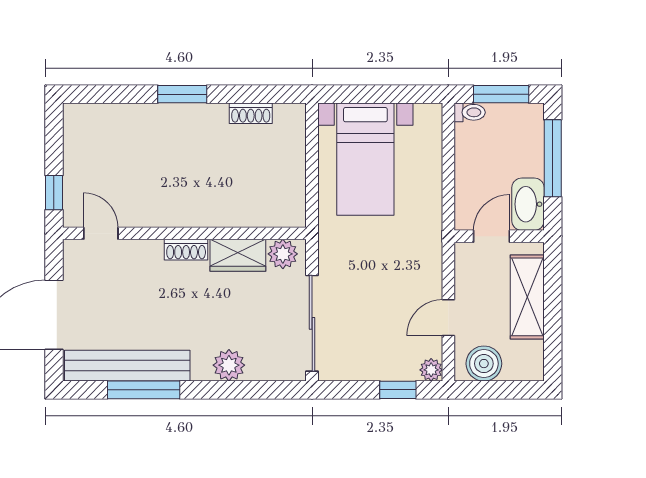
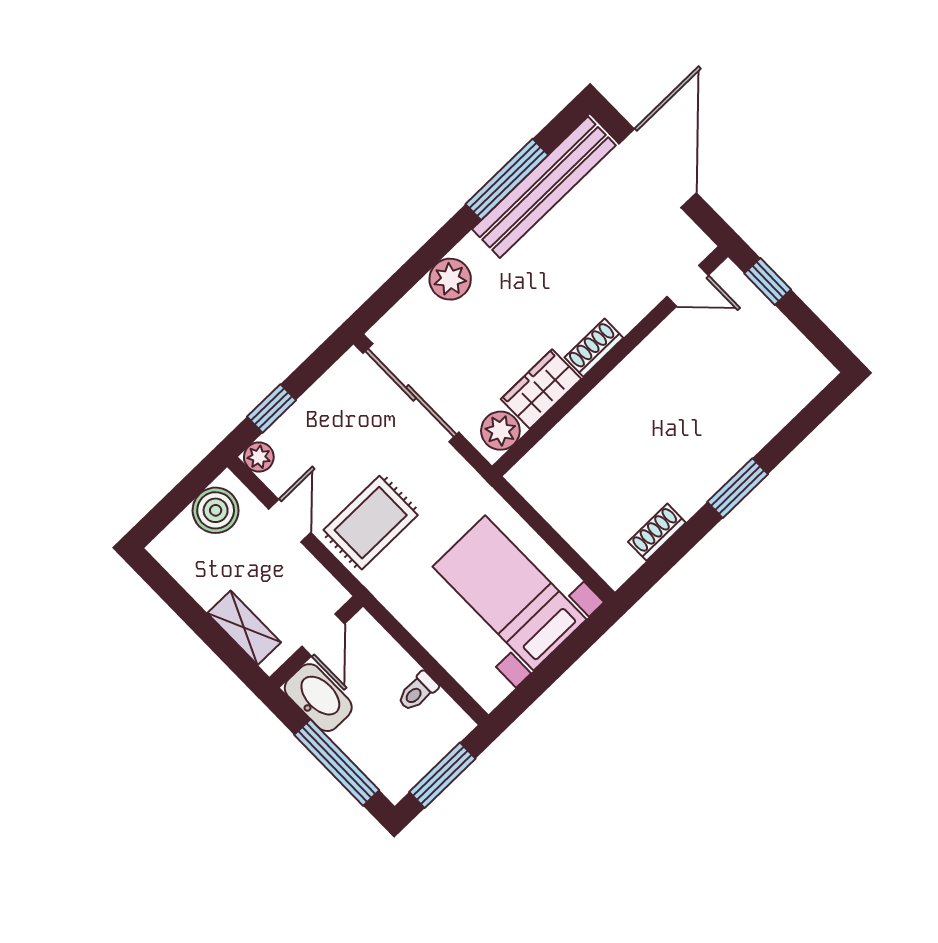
toilet: (470, 112) -> (418, 692), moved
rug: (404, 273) -> (371, 523), added
shelving: (527, 297) -> (244, 628), width x0.67, depth x0.75

